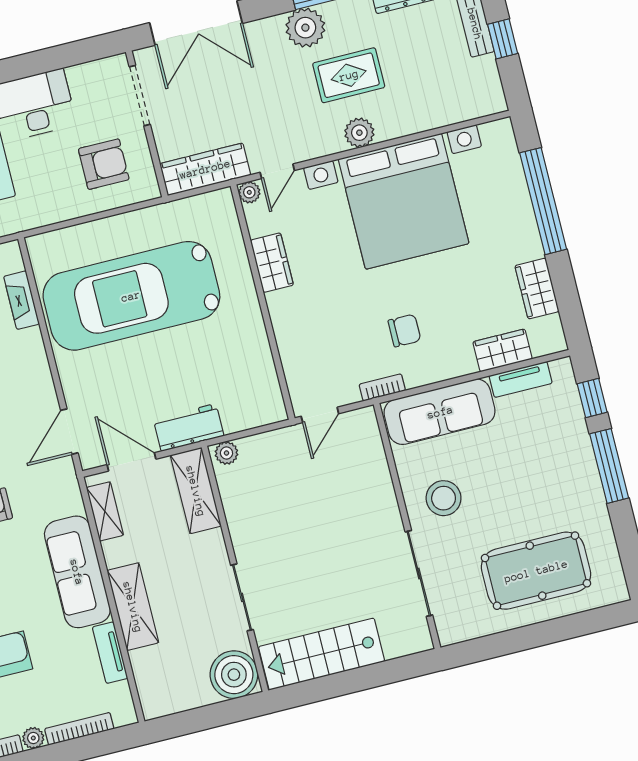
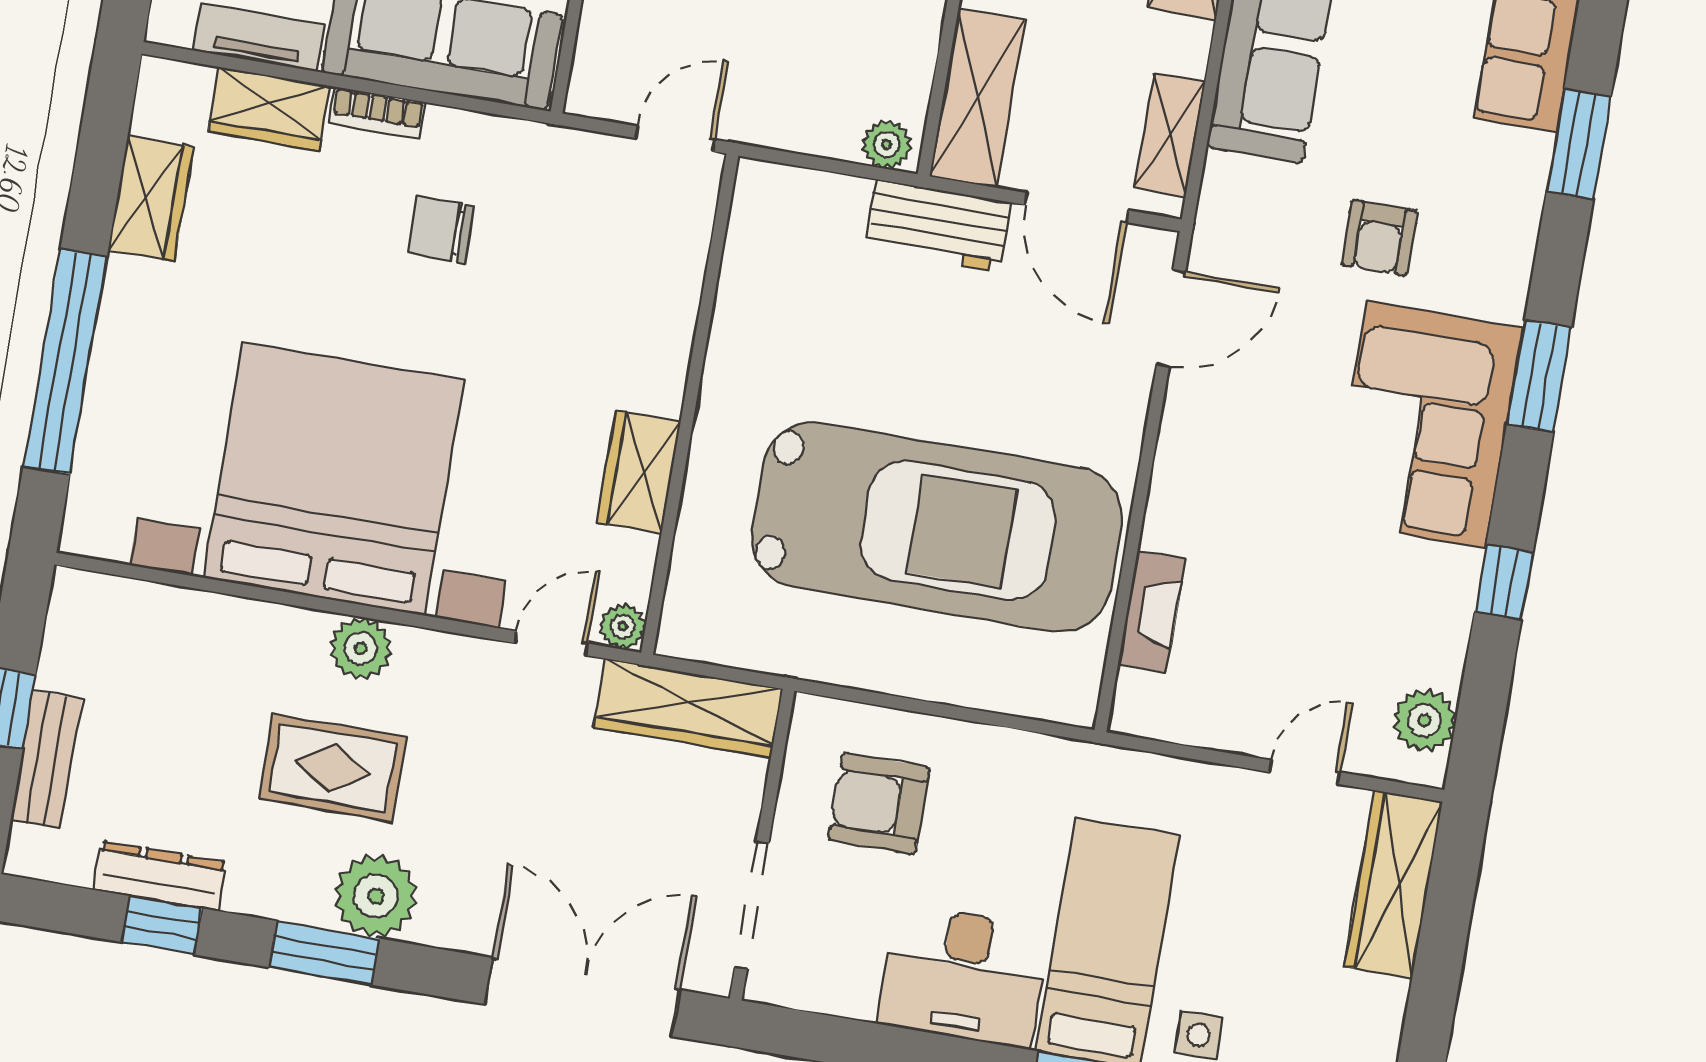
bookcase: (382, 387) -> (377, 113), moved

